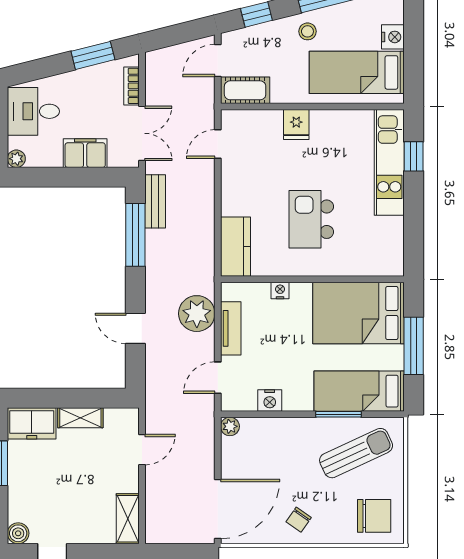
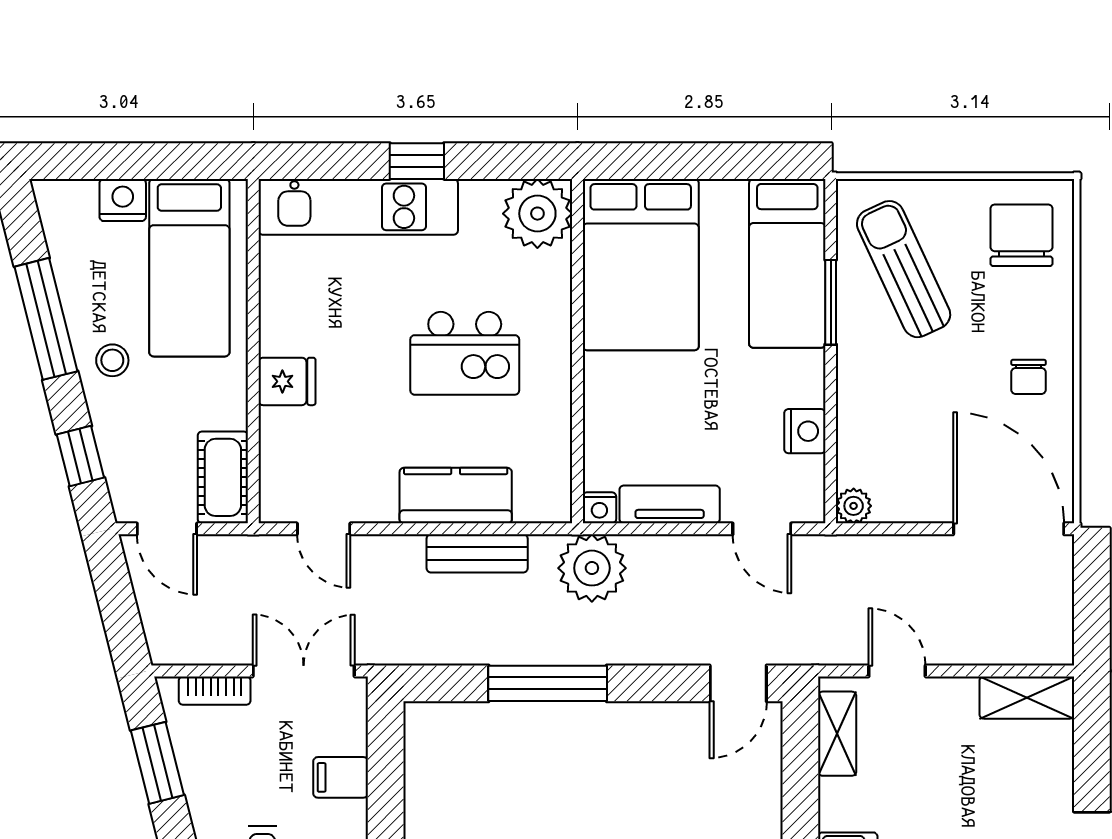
filing cabinet: (85, 153) -> (341, 777), width x0.50
window: (414, 156) -> (417, 161), moved
bench: (155, 201) -> (477, 553), moved
window: (135, 235) -> (548, 683), moved
kitchen counter: (235, 247) -> (456, 496), moved
plant: (386, 258) -> (537, 214), added
nightstand: (280, 291) -> (599, 508), moved, turned -90
plant: (197, 314) -> (592, 568), moved
door: (135, 328) -> (738, 683), moved
window: (414, 346) -> (702, 161), removed
shelving: (80, 418) -> (837, 734), moved
chair: (299, 520) -> (1029, 377), turned 55

